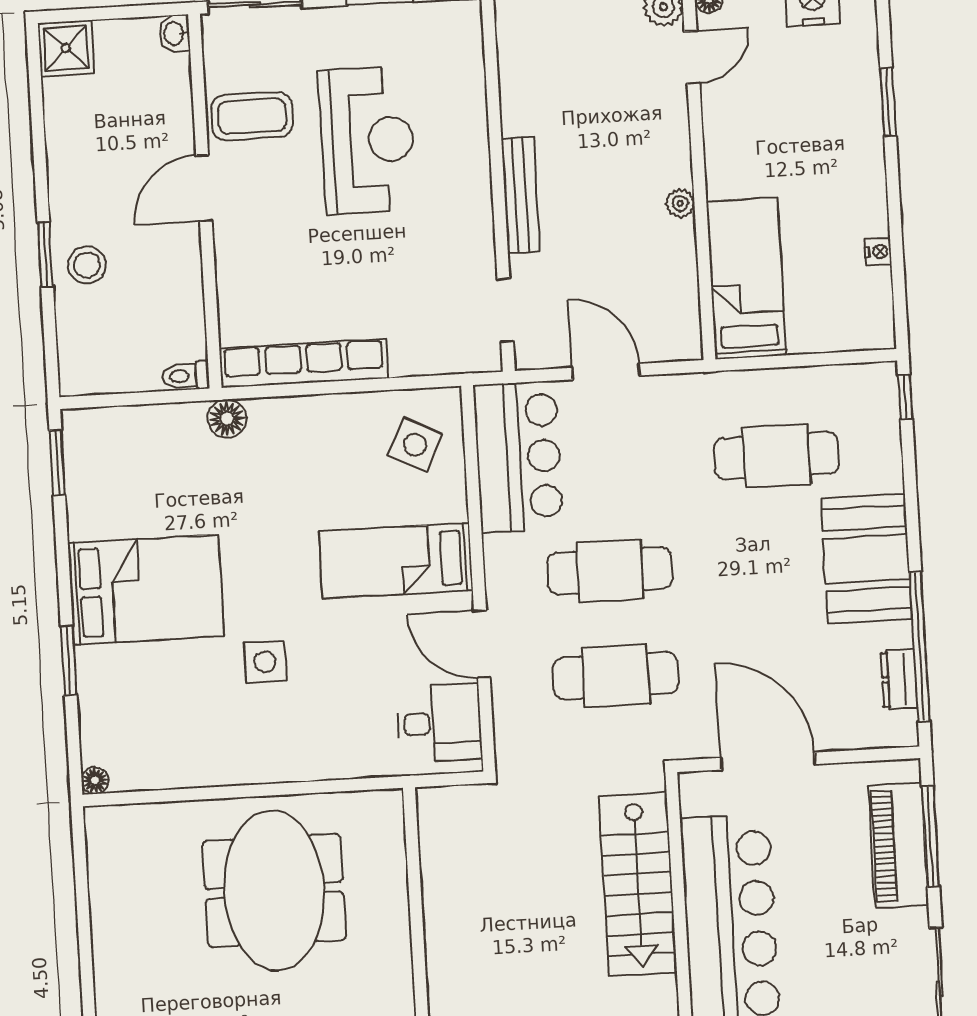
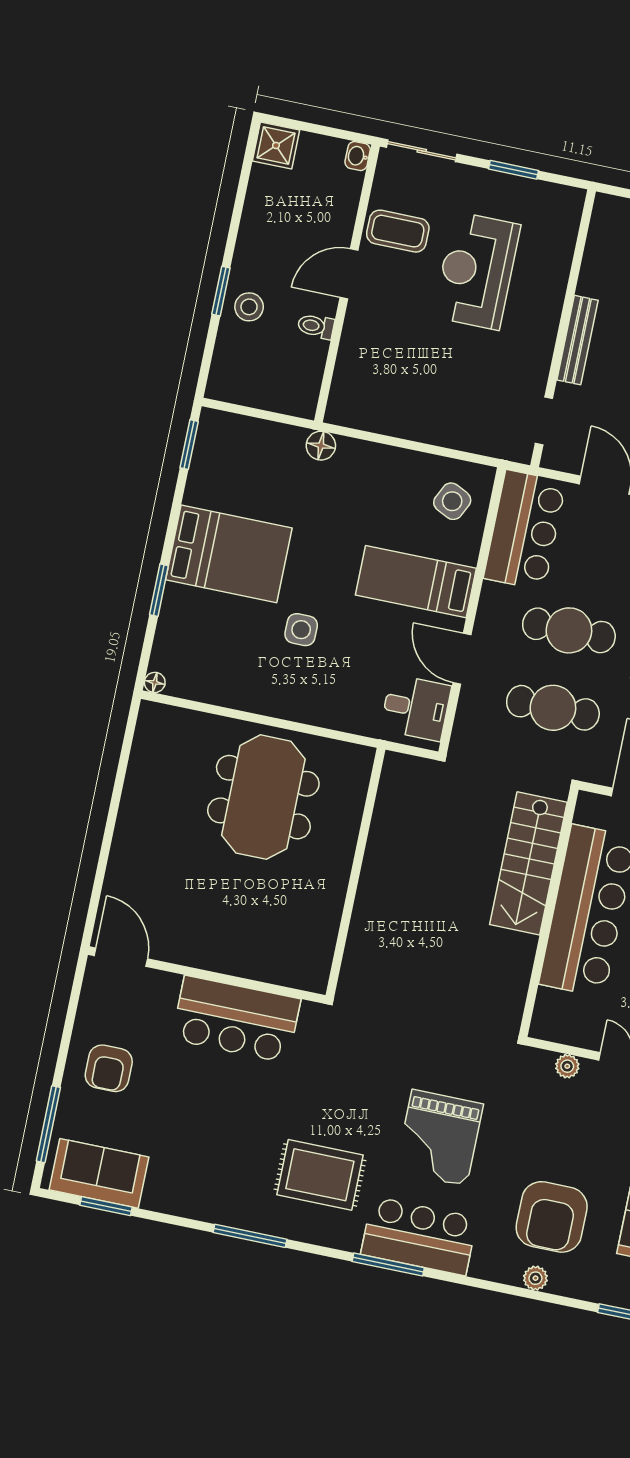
reception desk: (367, 140) -> (477, 271), turned 180
row of seats: (304, 363) -> (387, 420), removed
toilet: (186, 376) -> (316, 326), moved

